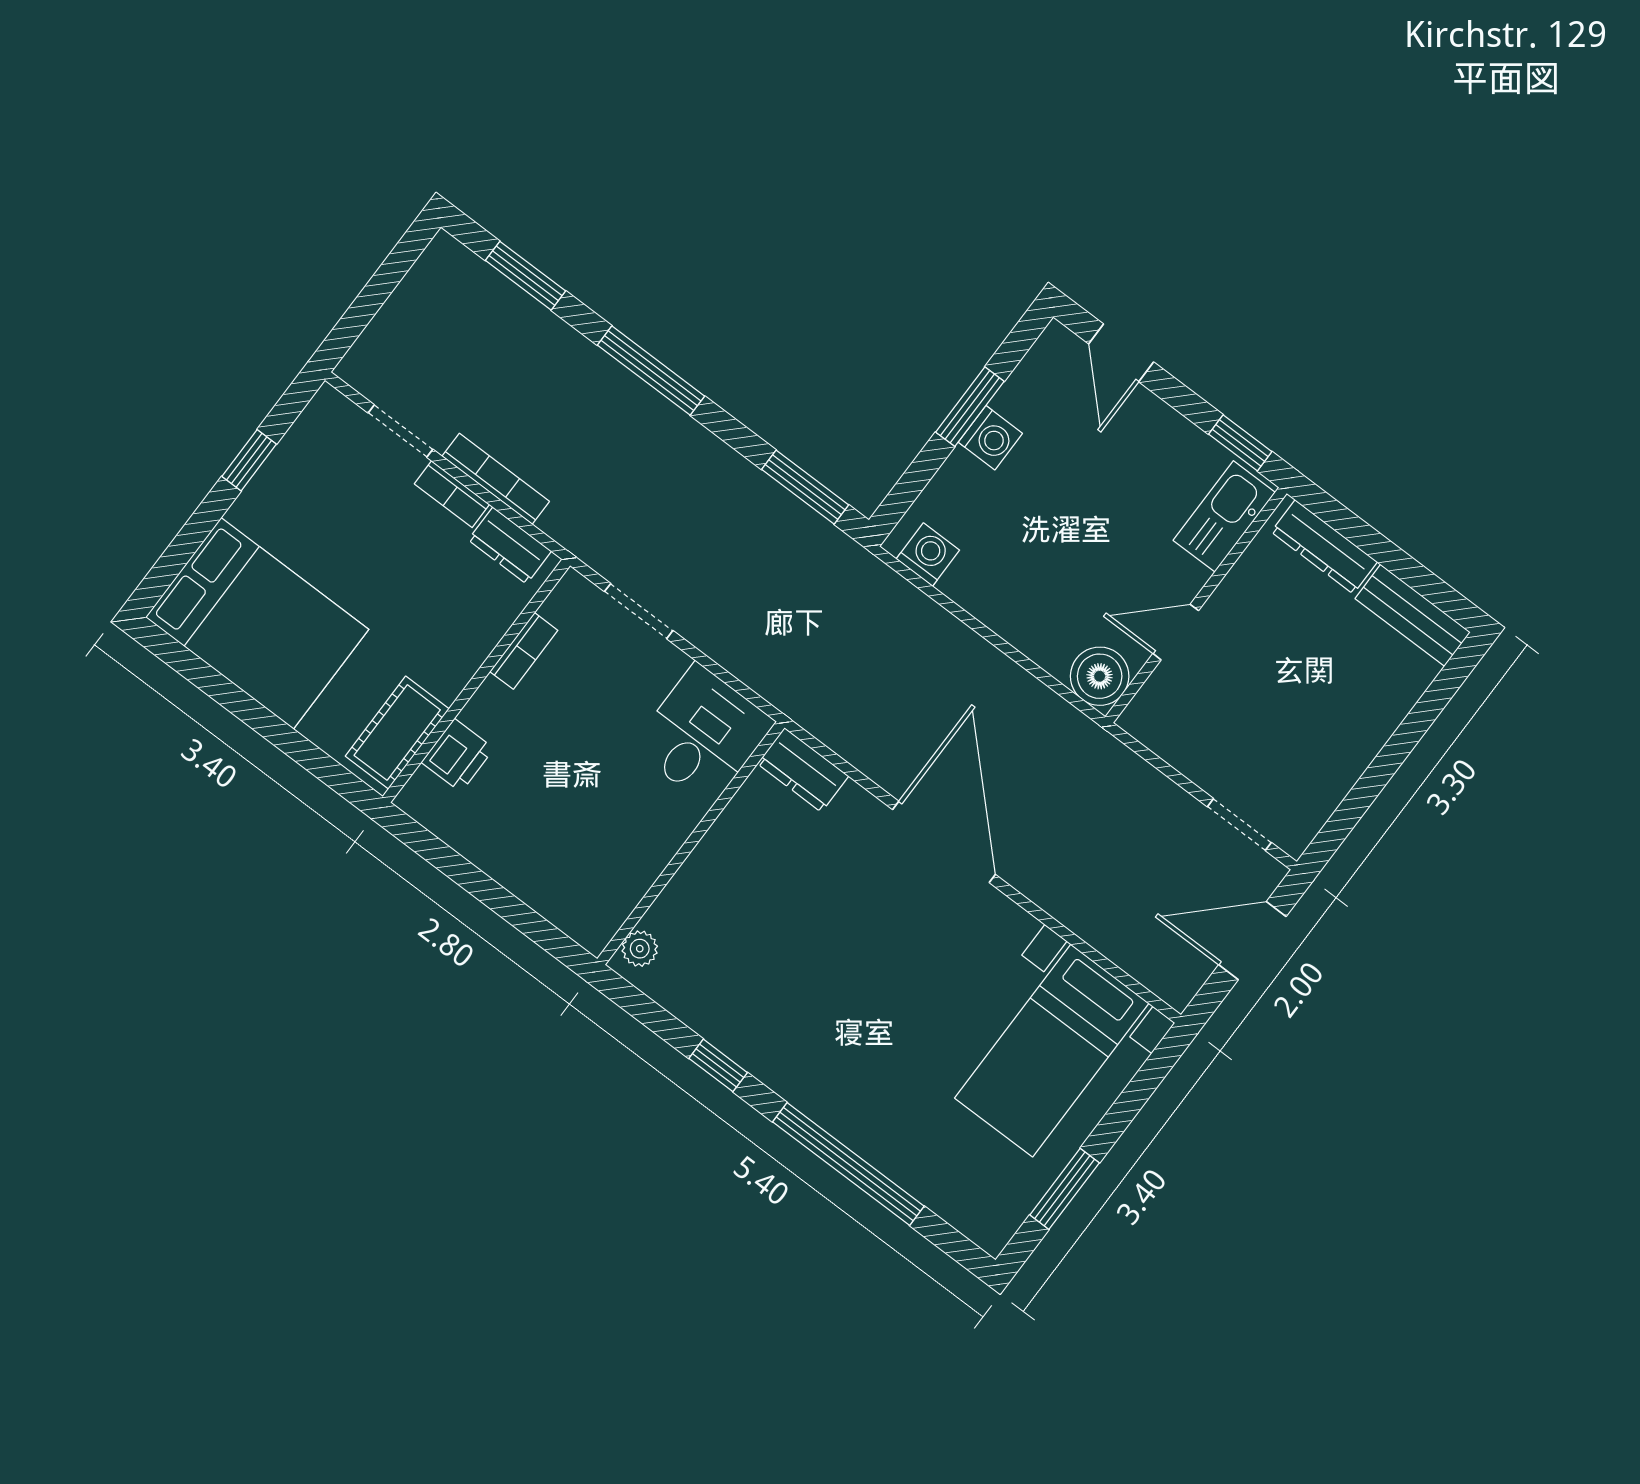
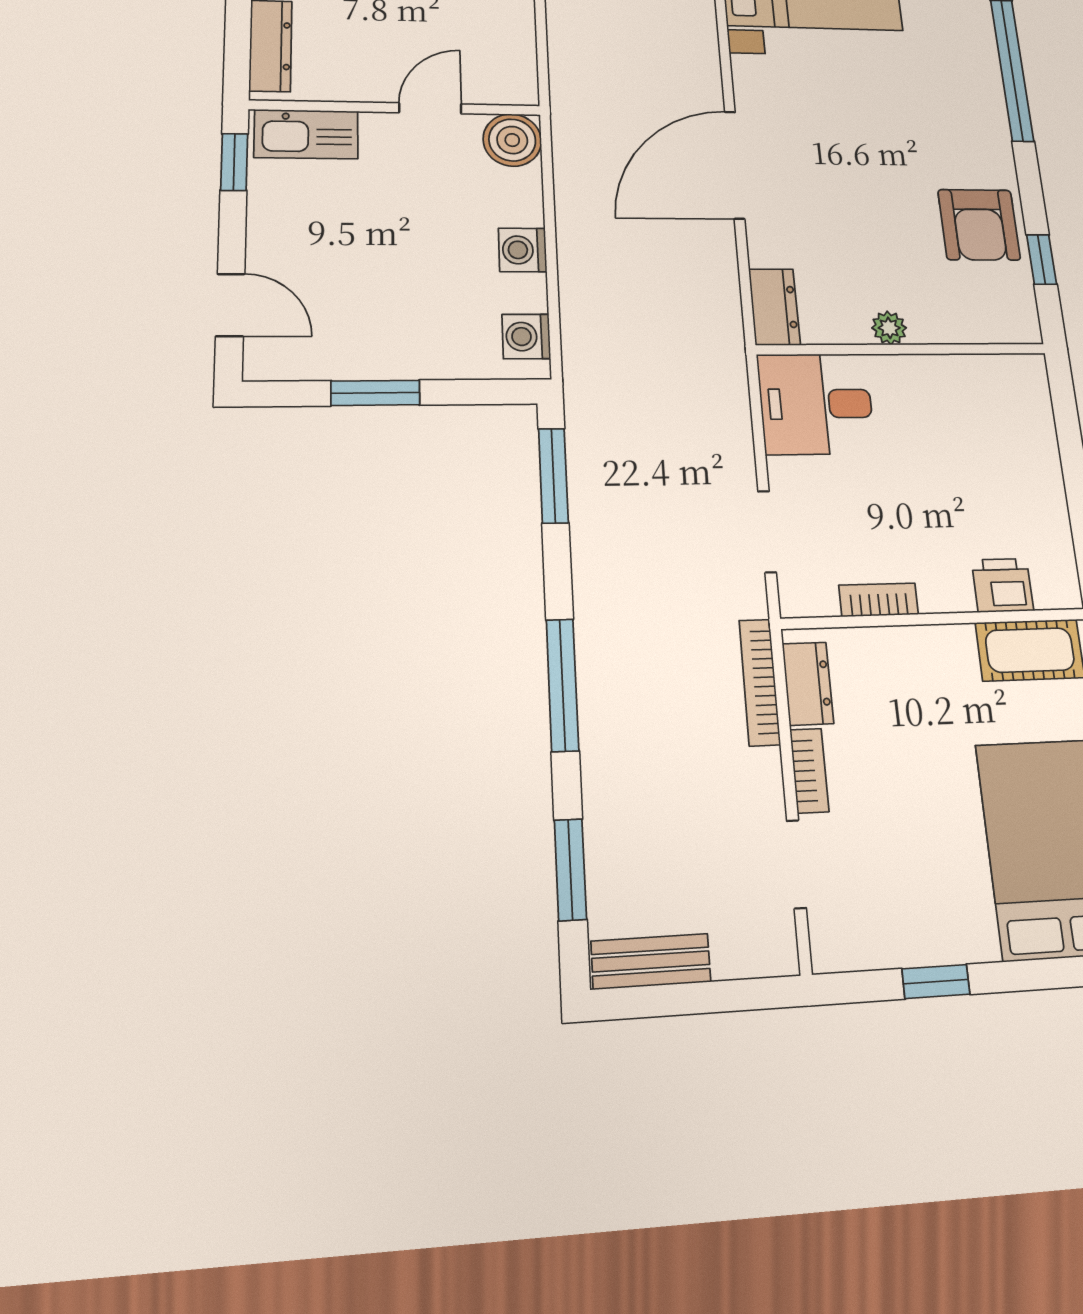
bench: (424, 281) -> (651, 961), added
door: (1121, 353) -> (230, 305), hinge flipped
washing machine: (990, 438) -> (523, 250), moved, turned -90
bookcase: (496, 479) -> (760, 682), moved
door: (1176, 632) -> (430, 108), swing flipped
plant: (640, 949) -> (889, 328), moved
armchair: (740, 1004) -> (979, 225), added
window: (718, 1065) -> (1042, 259), moved

